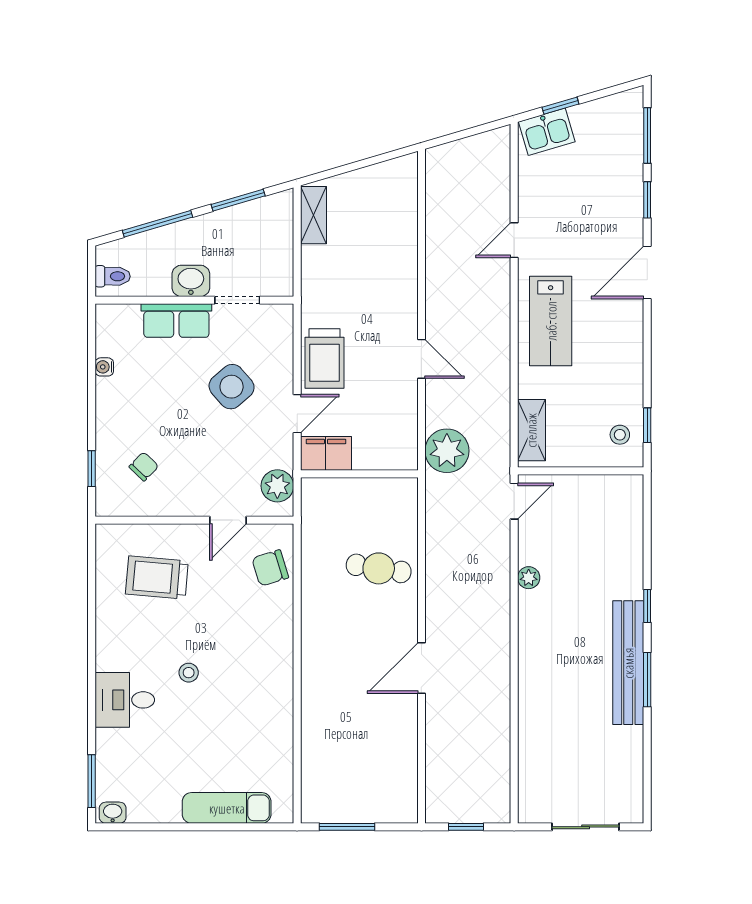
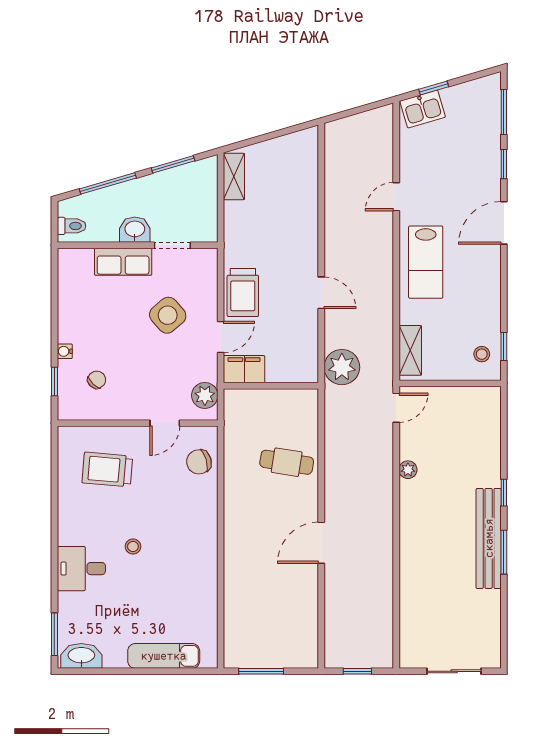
water cooler: (104, 367) -> (65, 351), moved
washbasin: (113, 813) -> (81, 656), width x1.91, depth x1.45

